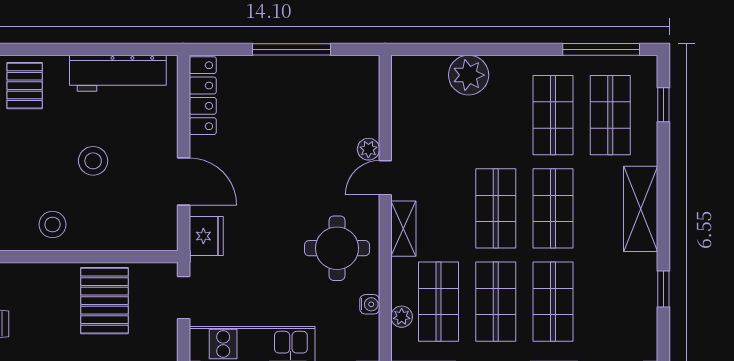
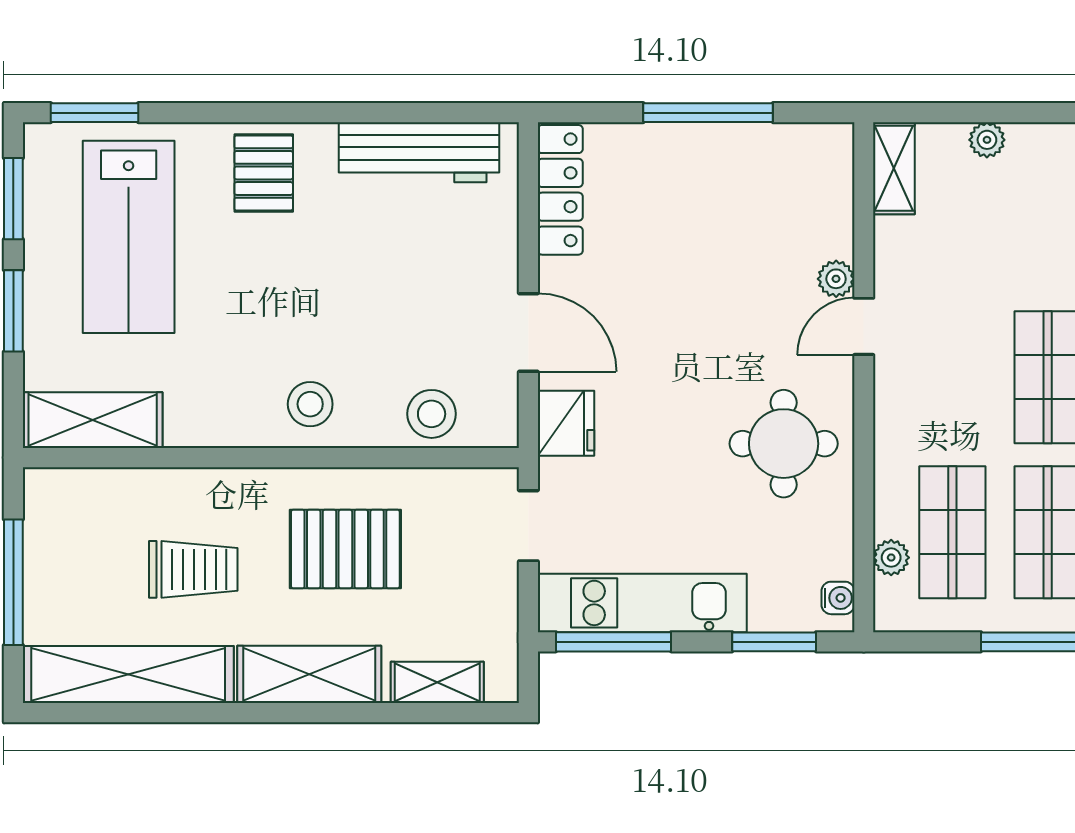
plant: (469, 75) -> (987, 140), width x0.53, depth x0.53
stool: (93, 161) -> (432, 414), moved
shelving: (403, 229) -> (894, 168), moved
pallet: (105, 301) -> (345, 549), moved, turned 90
water cooler: (370, 304) -> (838, 598), moved

